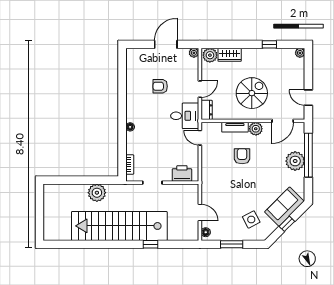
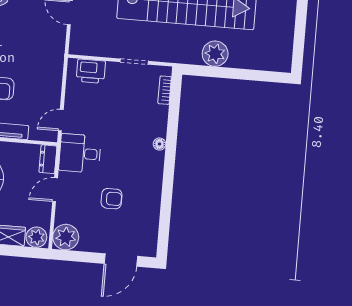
door: (166, 44) -> (121, 260), moved
plant: (194, 53) -> (66, 237), width x1.87, depth x1.87
door: (200, 138) -> (61, 120), swing flipped

